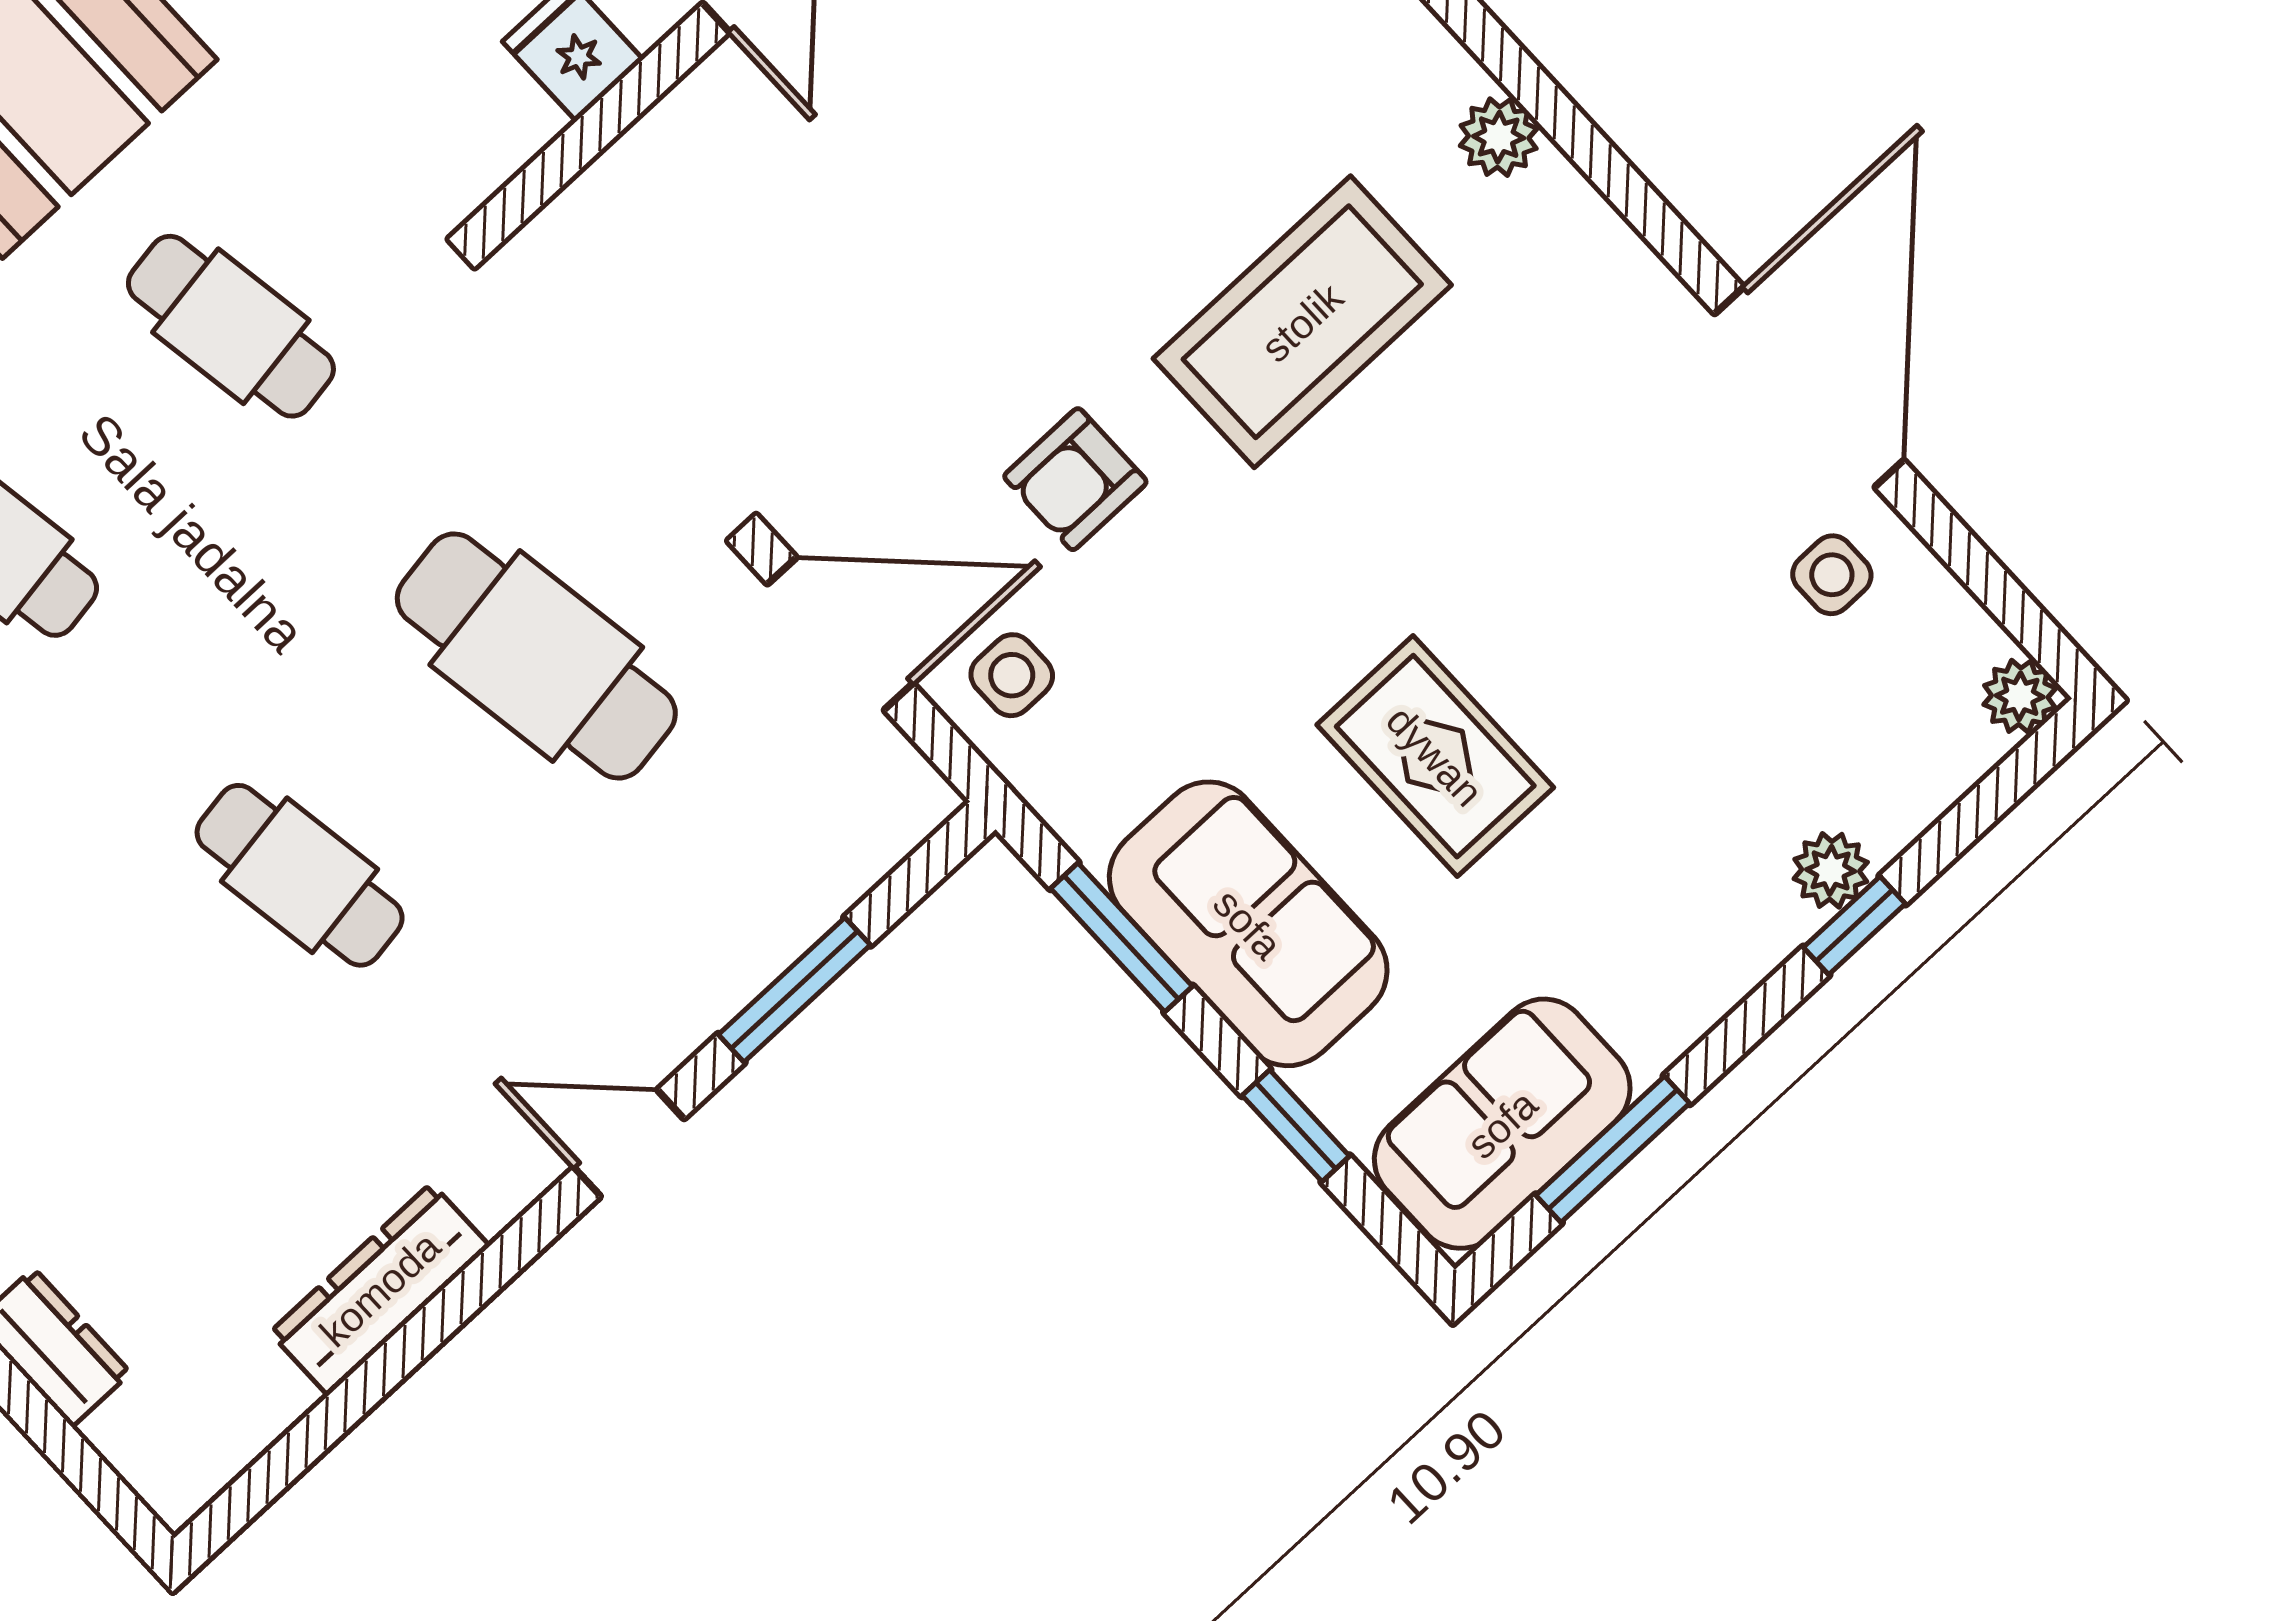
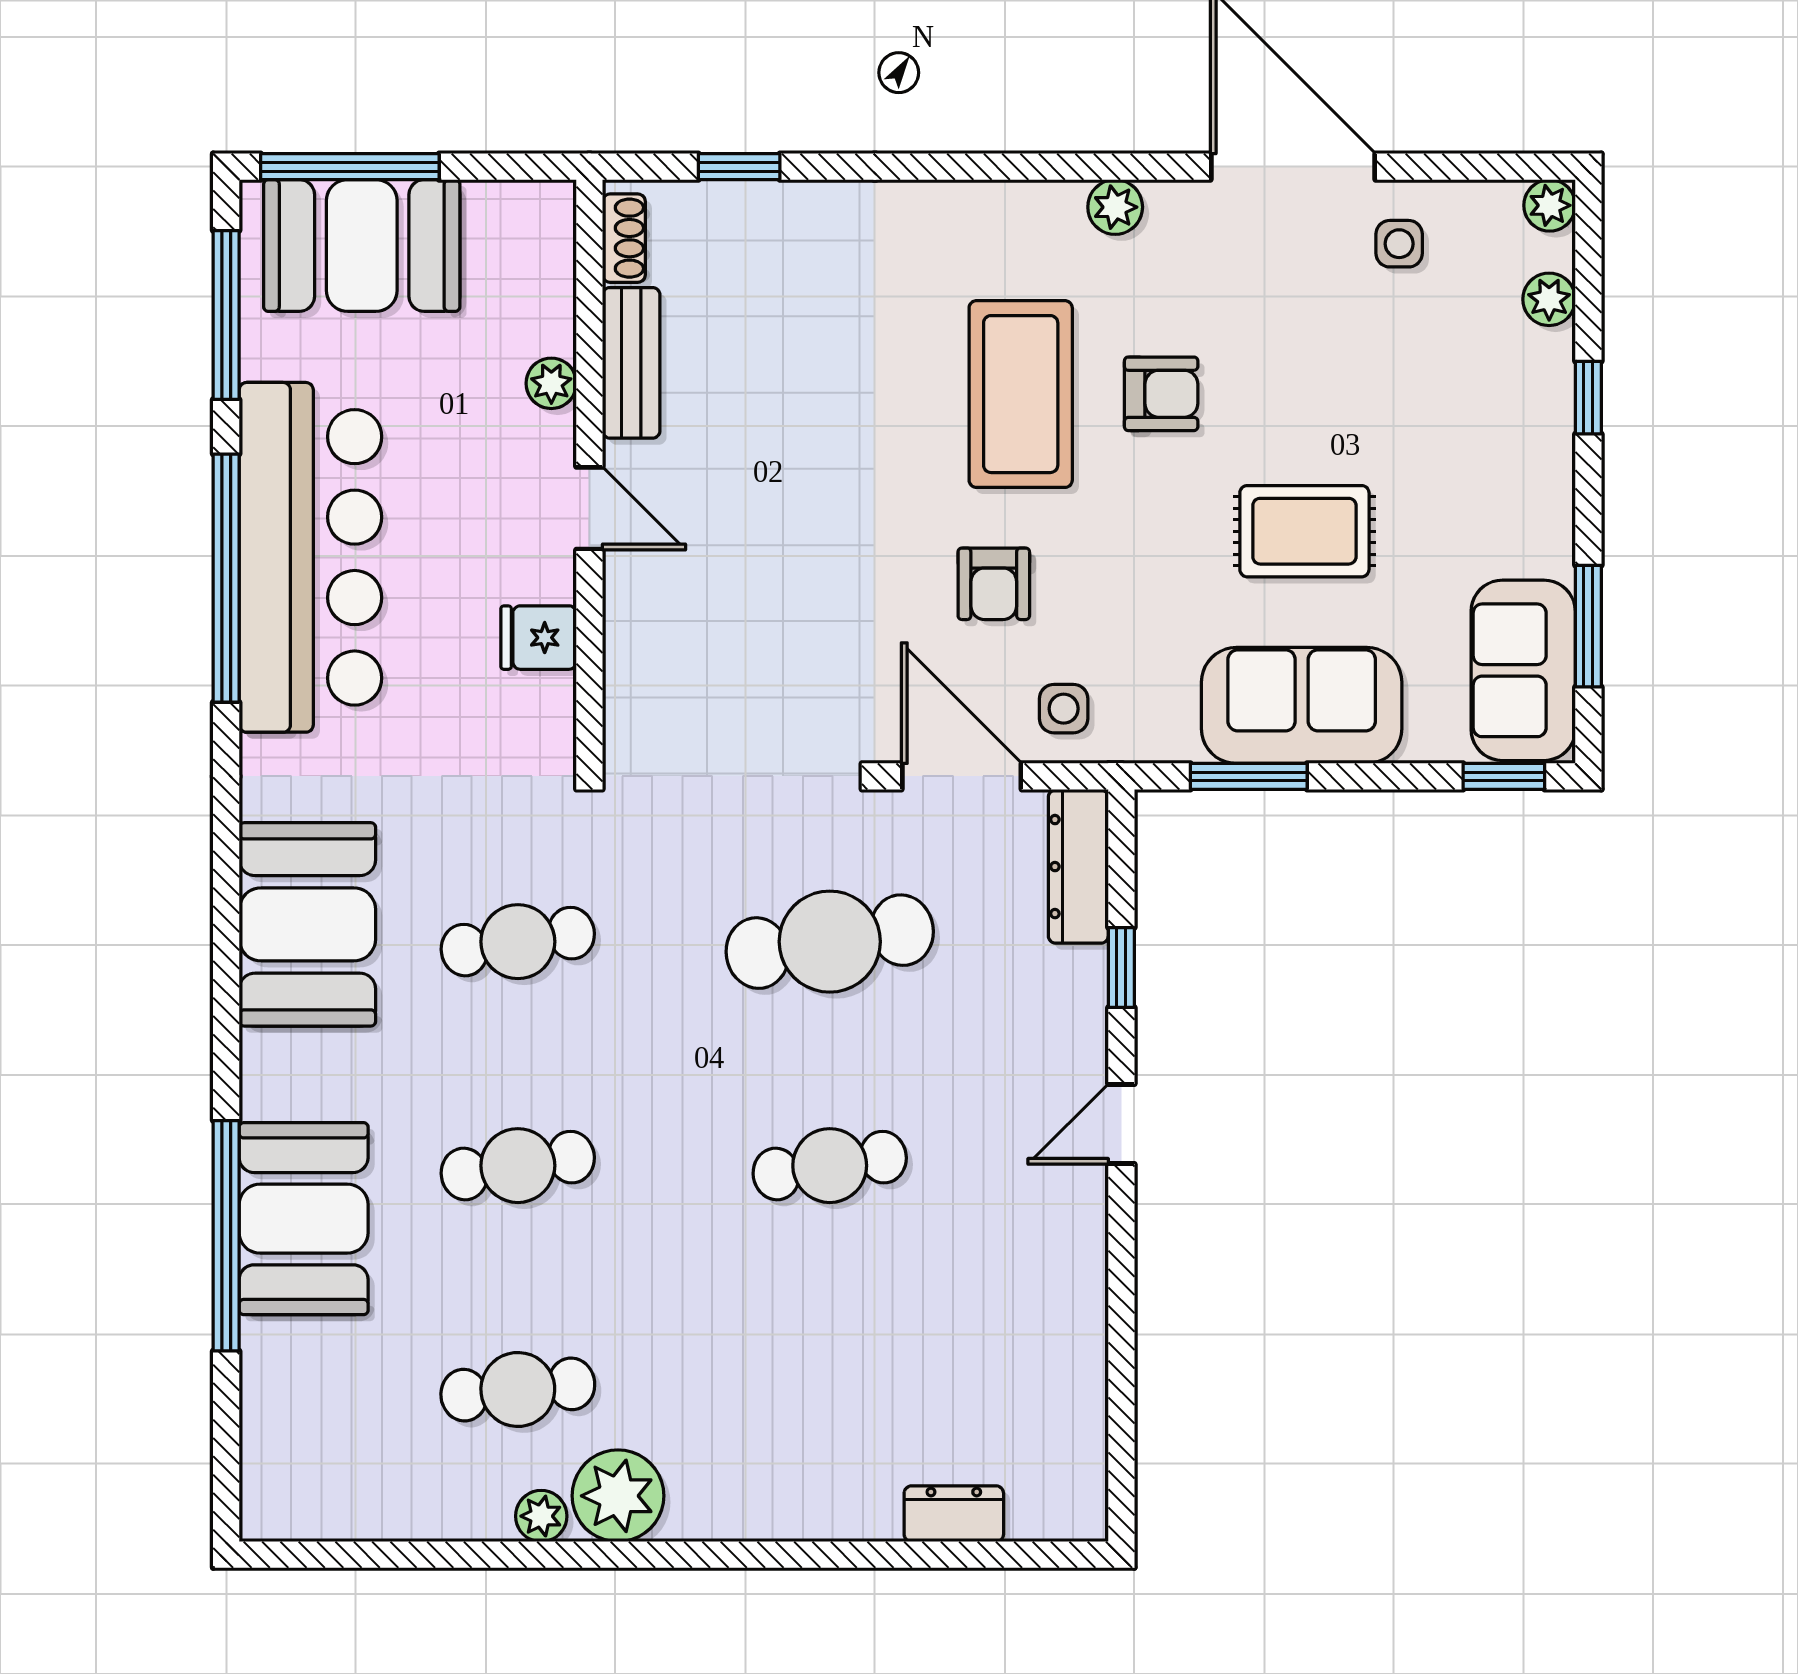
plant: (1499, 137) -> (1115, 207), moved
armchair: (1440, 470) -> (1161, 394), added
door: (840, 634) -> (962, 776), hinge flipped
plant: (1831, 870) -> (1549, 299), moved
window: (794, 990) -> (1121, 968), width x0.67
window: (1296, 1126) -> (1504, 776), moved
dresser: (380, 1289) -> (1078, 867), moved

